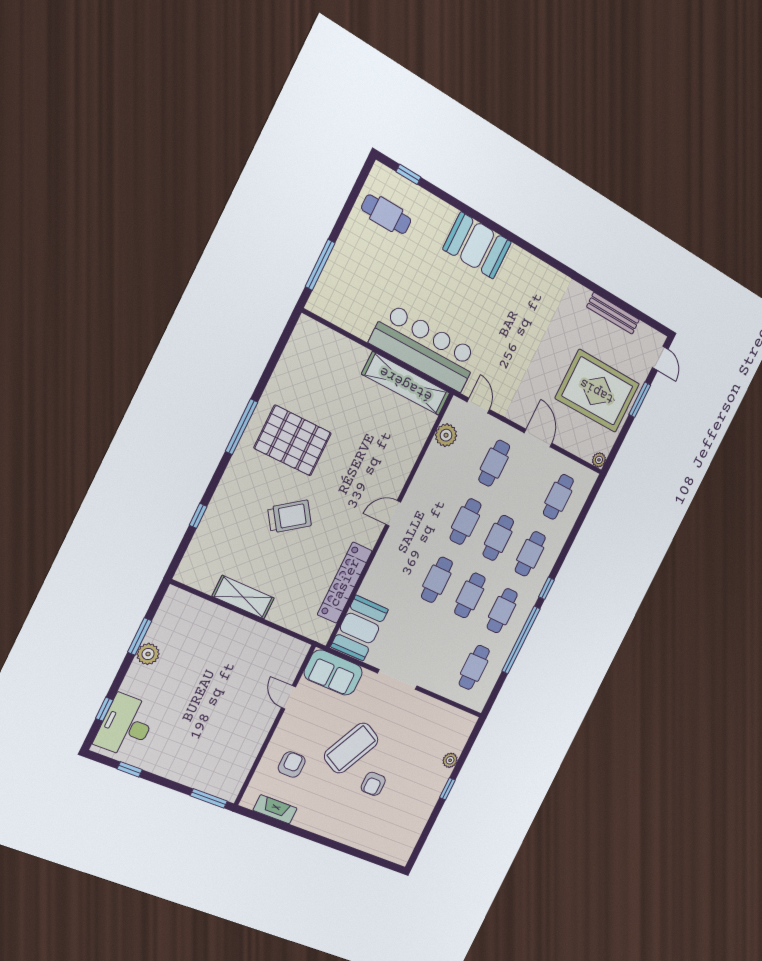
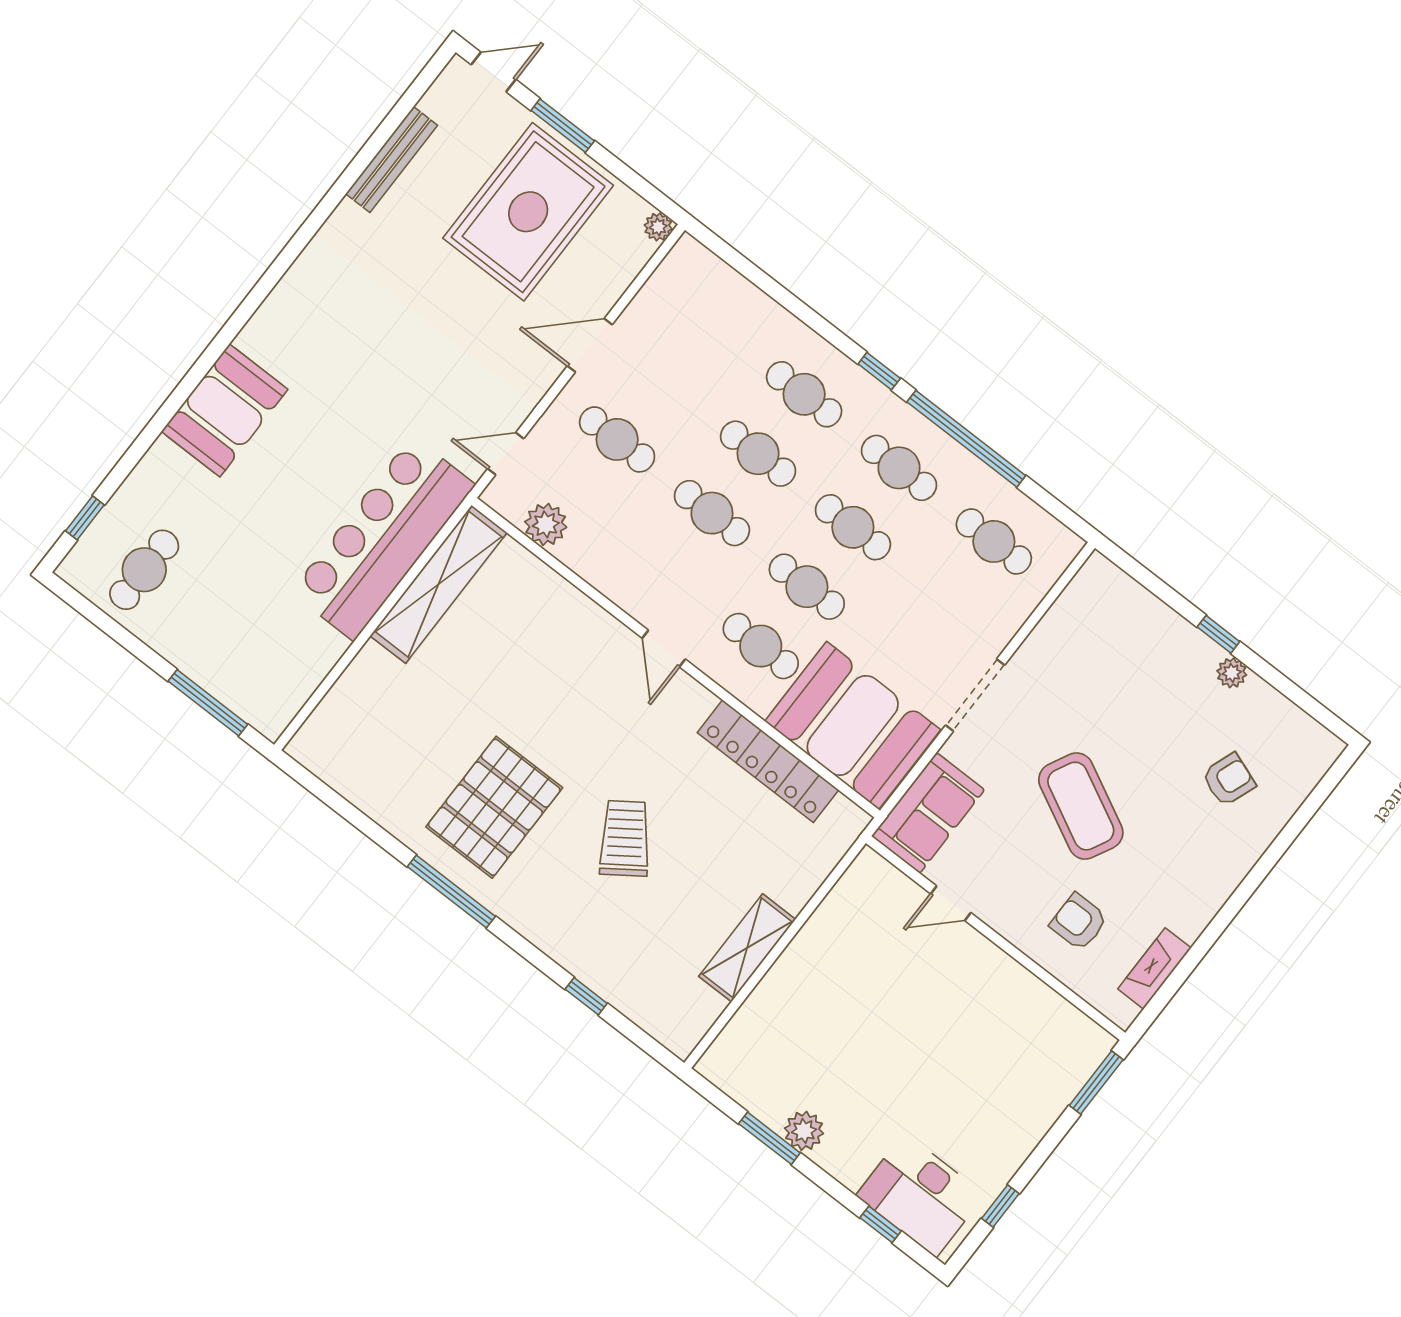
cafe table: (558, 497) -> (761, 646), moved
booth: (360, 628) -> (853, 725), width x1.36, depth x1.42
plant: (450, 760) -> (1232, 673), moved
armchair: (373, 784) -> (1229, 780), moved, turned -70

